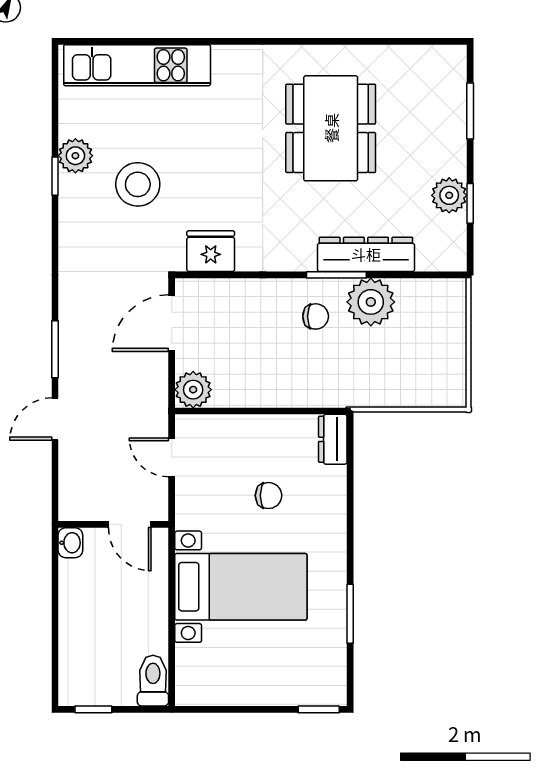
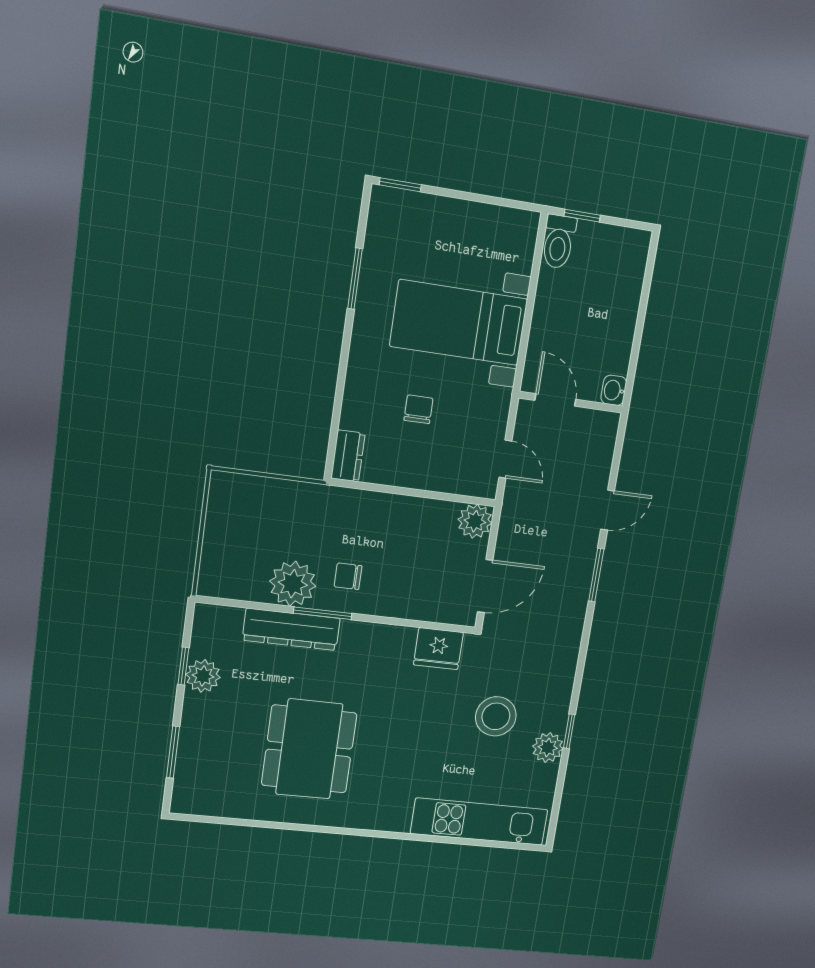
chair: (269, 496) -> (418, 409), turned 90
window: (93, 709) -> (582, 216), moved

